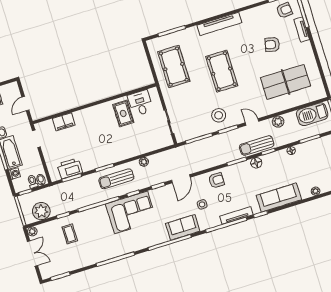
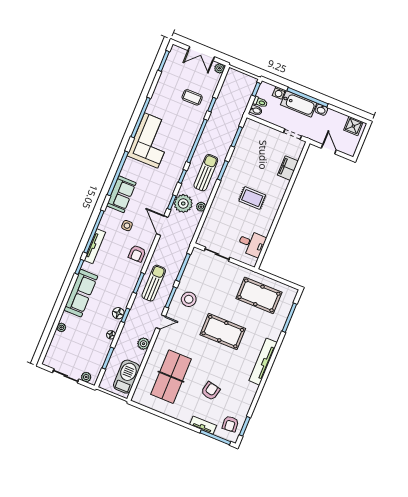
rug: (123, 113) -> (252, 198), moved
sun lounger: (257, 146) -> (154, 283), moved
floor lamp: (256, 163) -> (118, 313), moved
printer: (70, 168) -> (246, 142), removed
plant: (41, 211) -> (183, 203), moved
corner sofa: (131, 212) -> (151, 141), moved, turned 180

